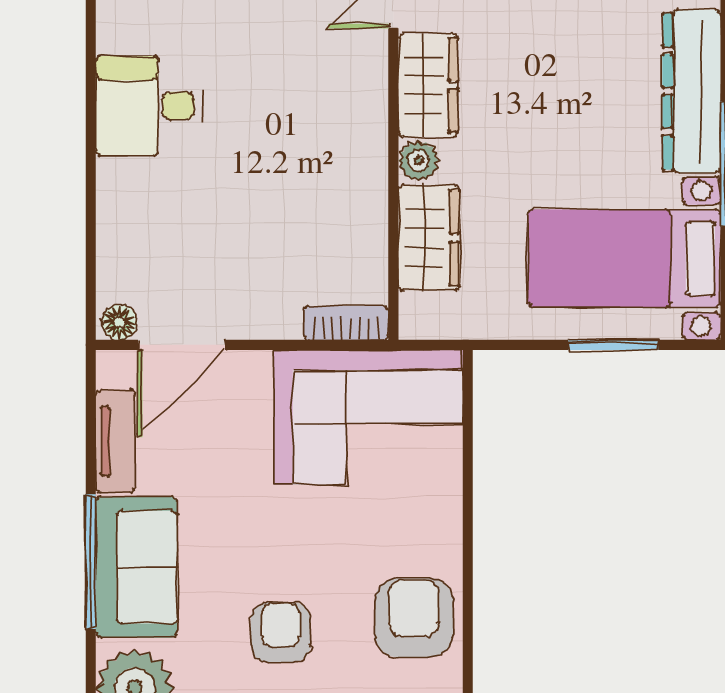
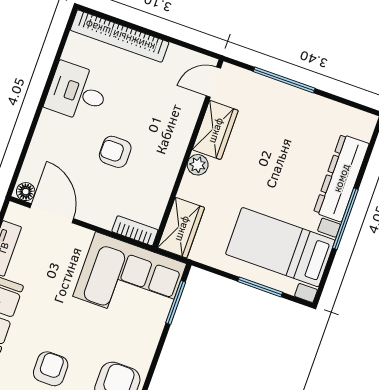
armchair: (258, 191) -> (115, 152), added
wardrobe: (429, 237) -> (181, 228), moved
door: (182, 345) -> (52, 213), swing flipped
window: (468, 429) -> (176, 303), added

